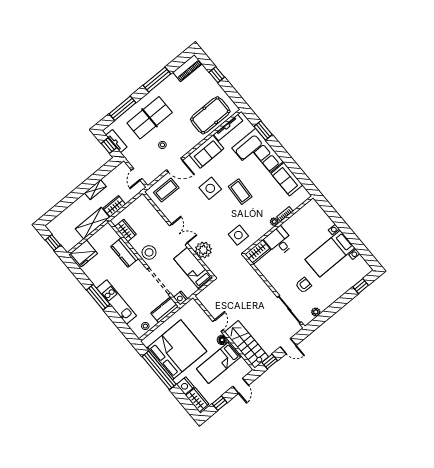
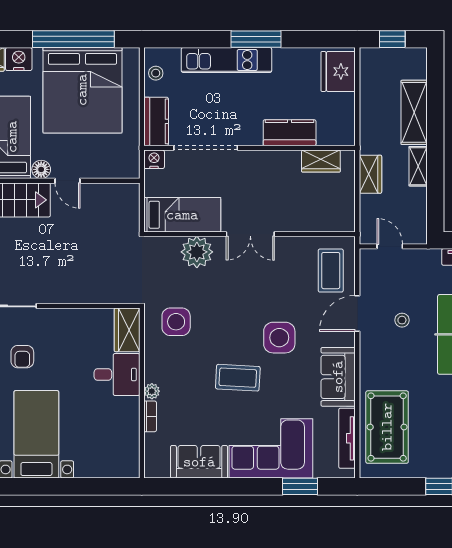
shelving: (92, 223) -> (414, 112), moved
stool: (149, 252) -> (260, 169), removed

